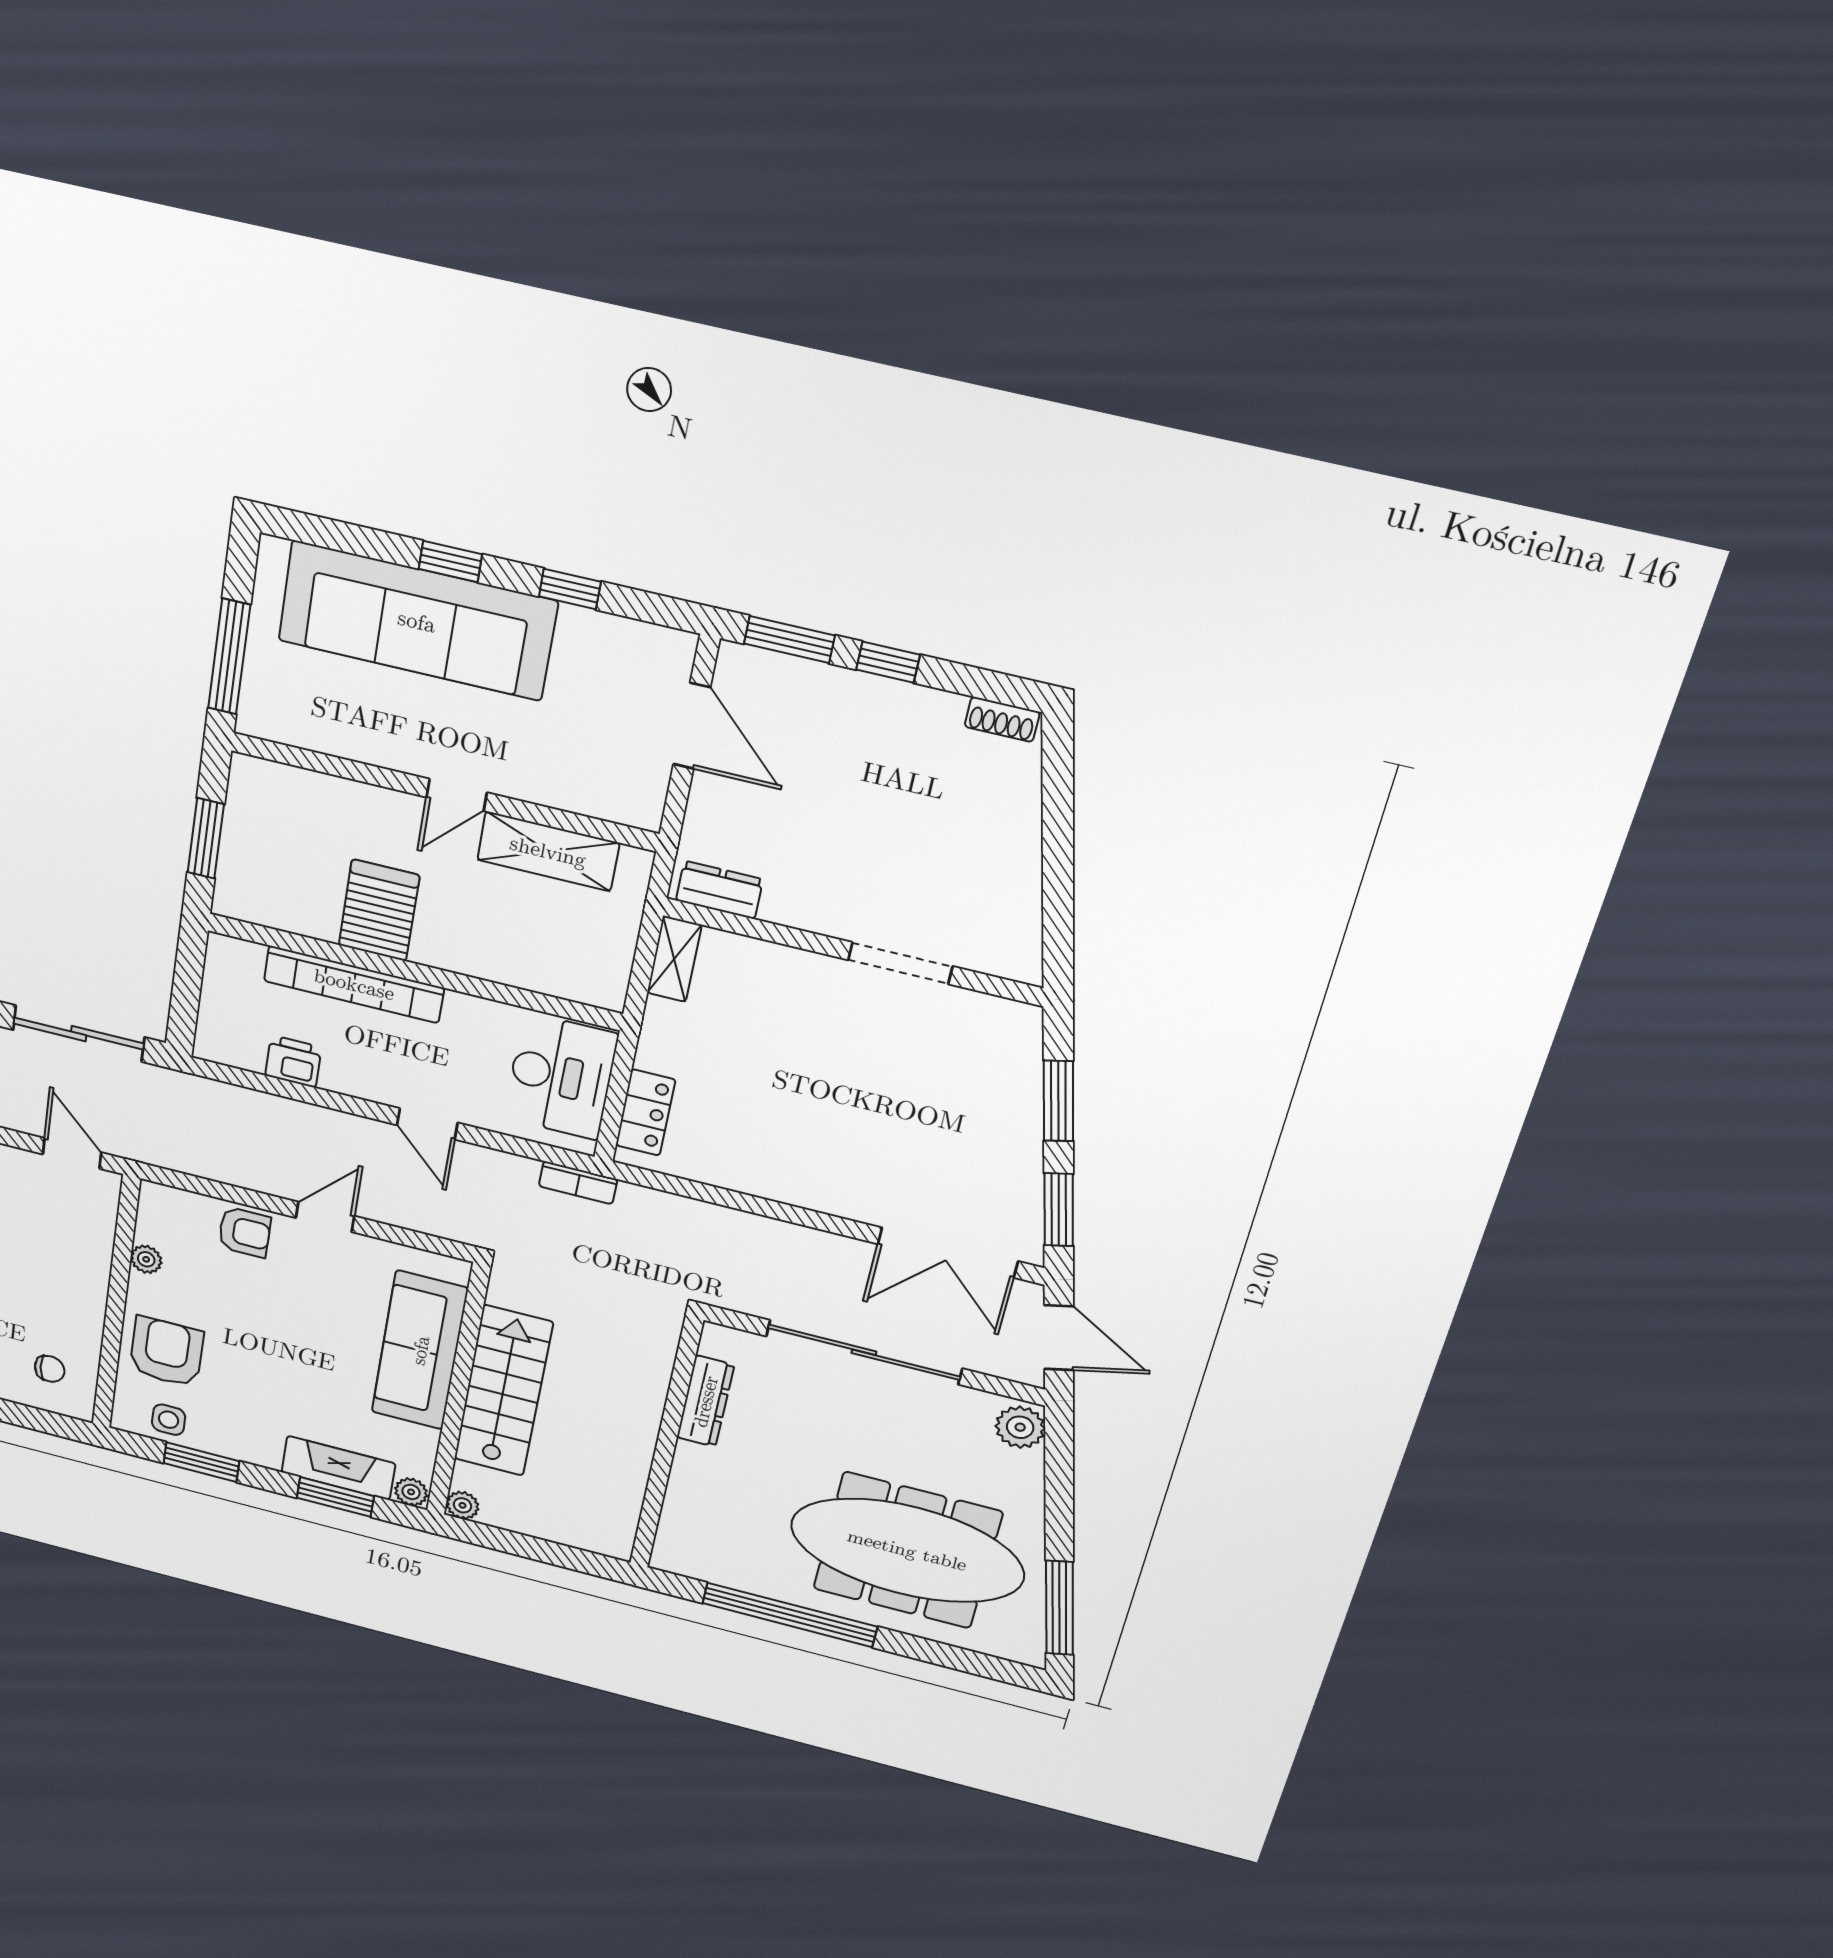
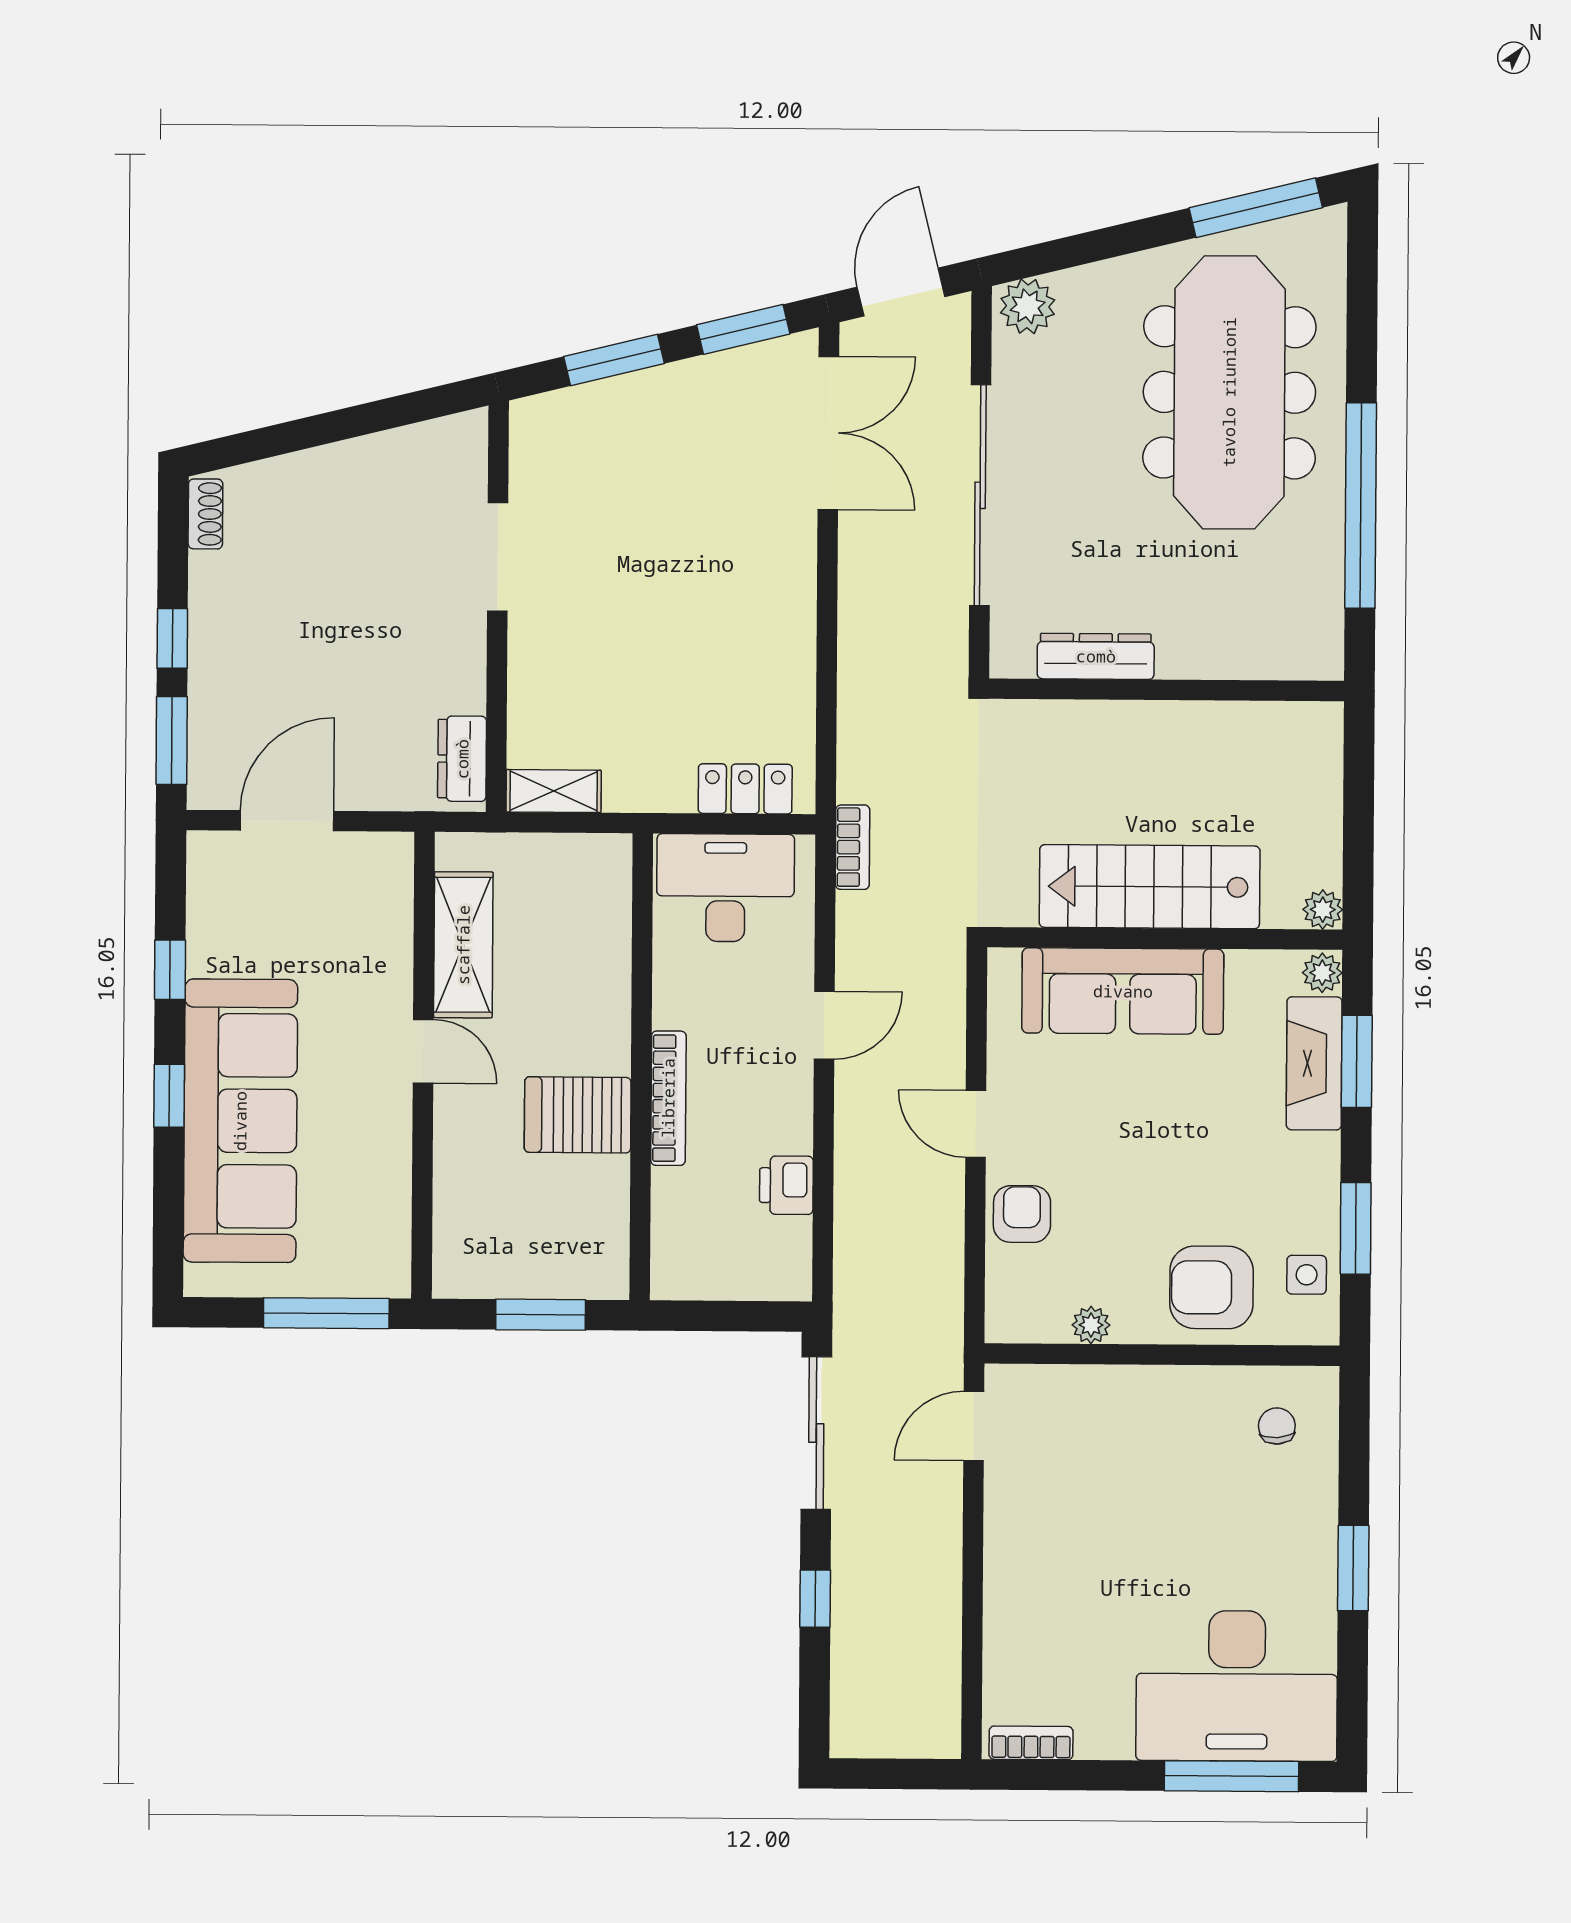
bookcase: (354, 984) -> (668, 1098), width x0.68, depth x0.76

